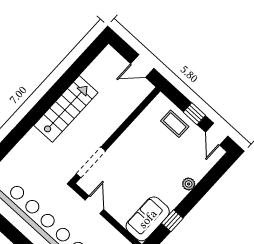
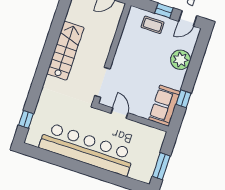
door: (217, 134) -> (188, 18), hinge flipped
plant: (189, 184) -> (181, 60), width x1.87, depth x1.87

